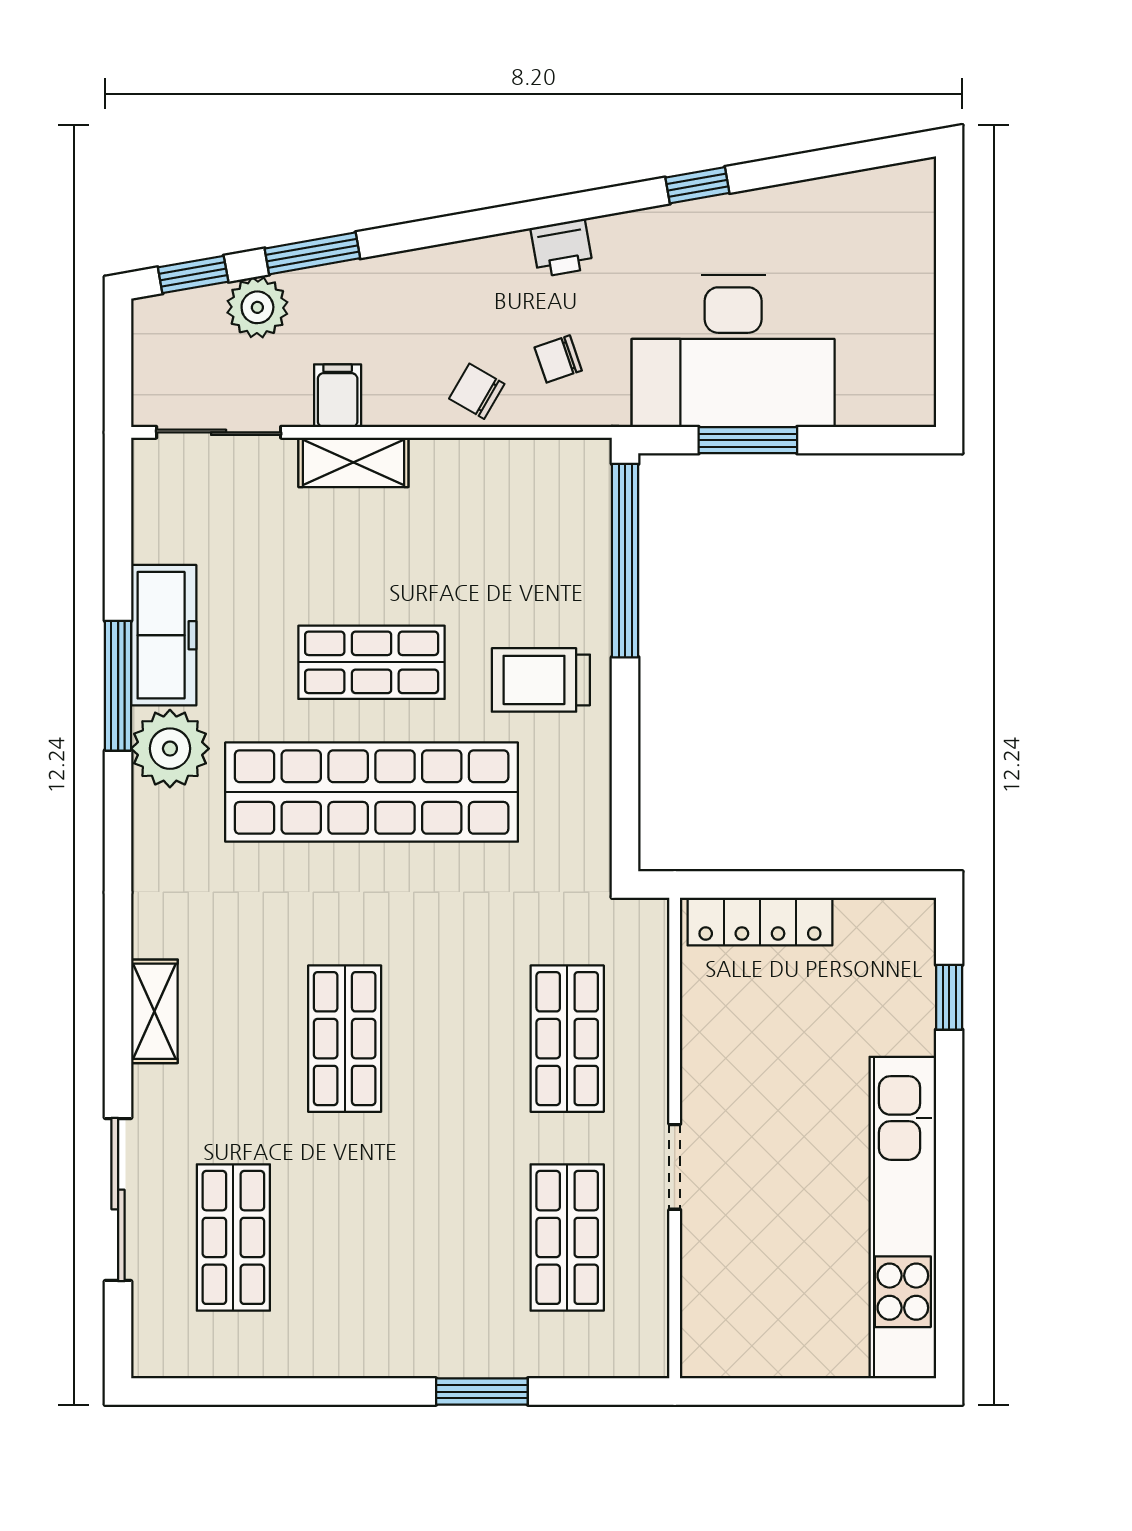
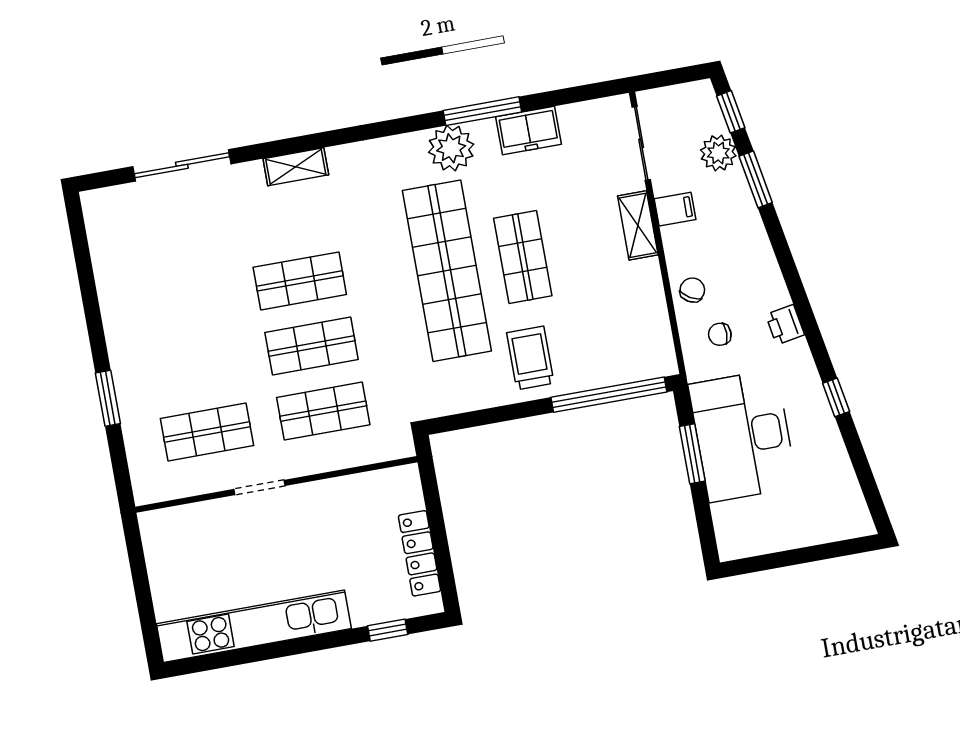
chair: (558, 359) -> (720, 334), turned -71
freezer: (164, 635) -> (528, 131), width x0.71
locker: (760, 922) -> (420, 553), moved
shop shelf: (233, 1237) -> (312, 346), moved

